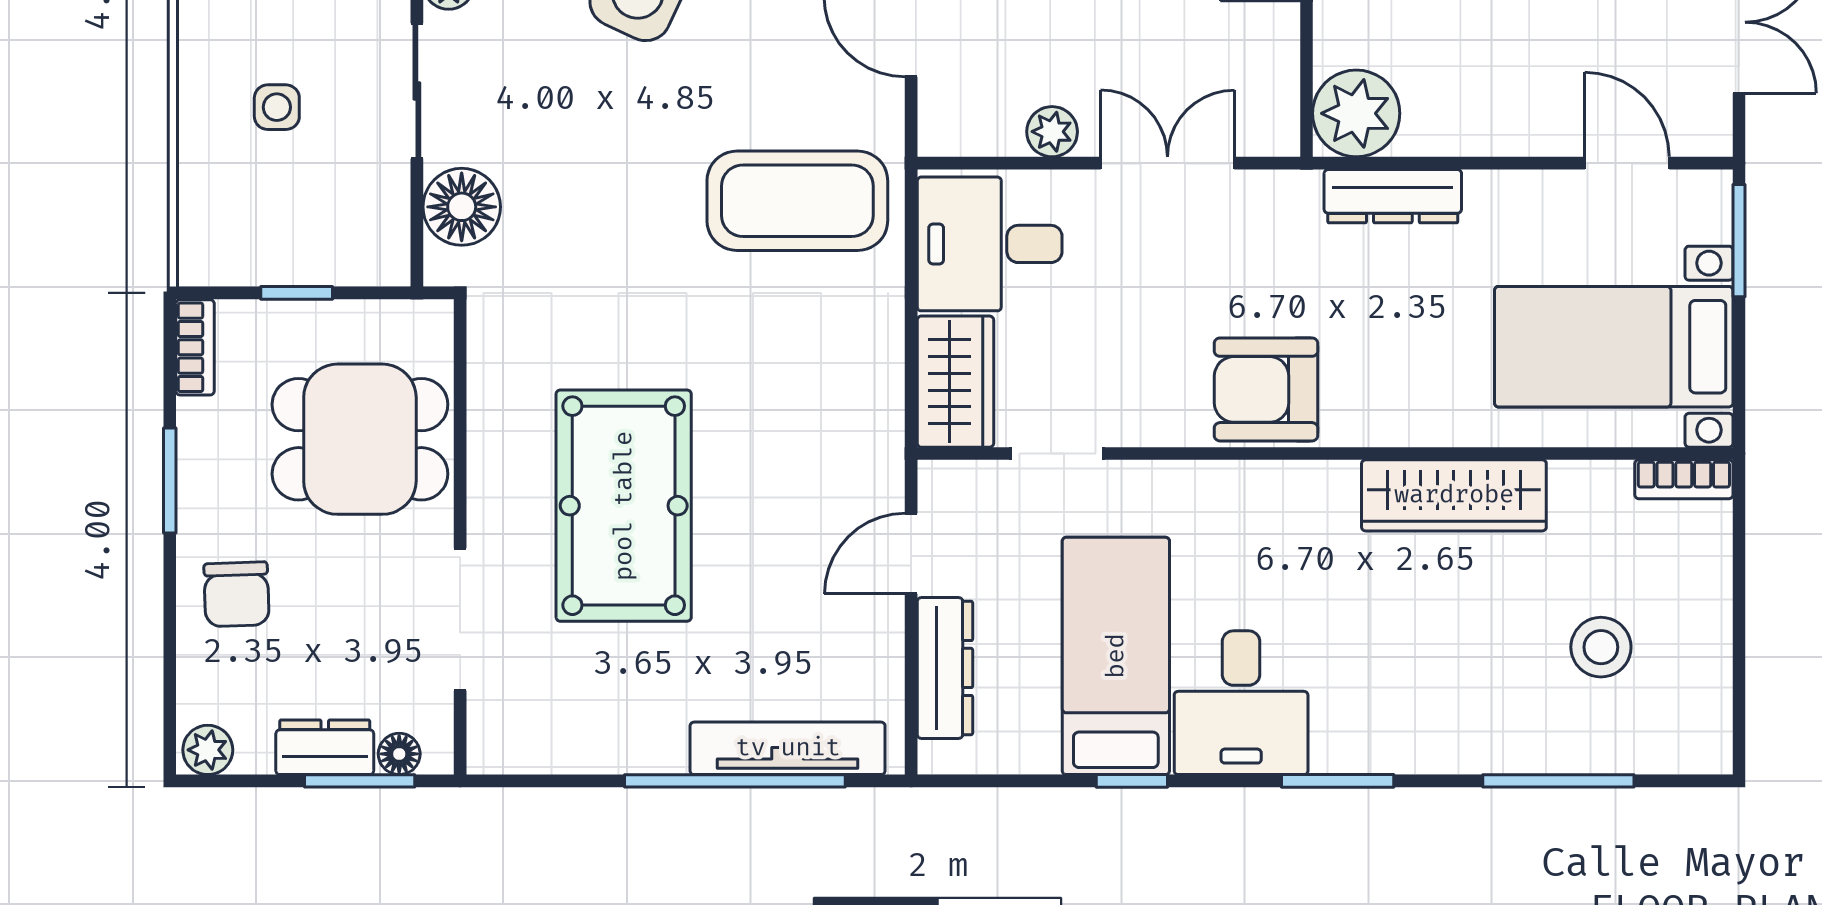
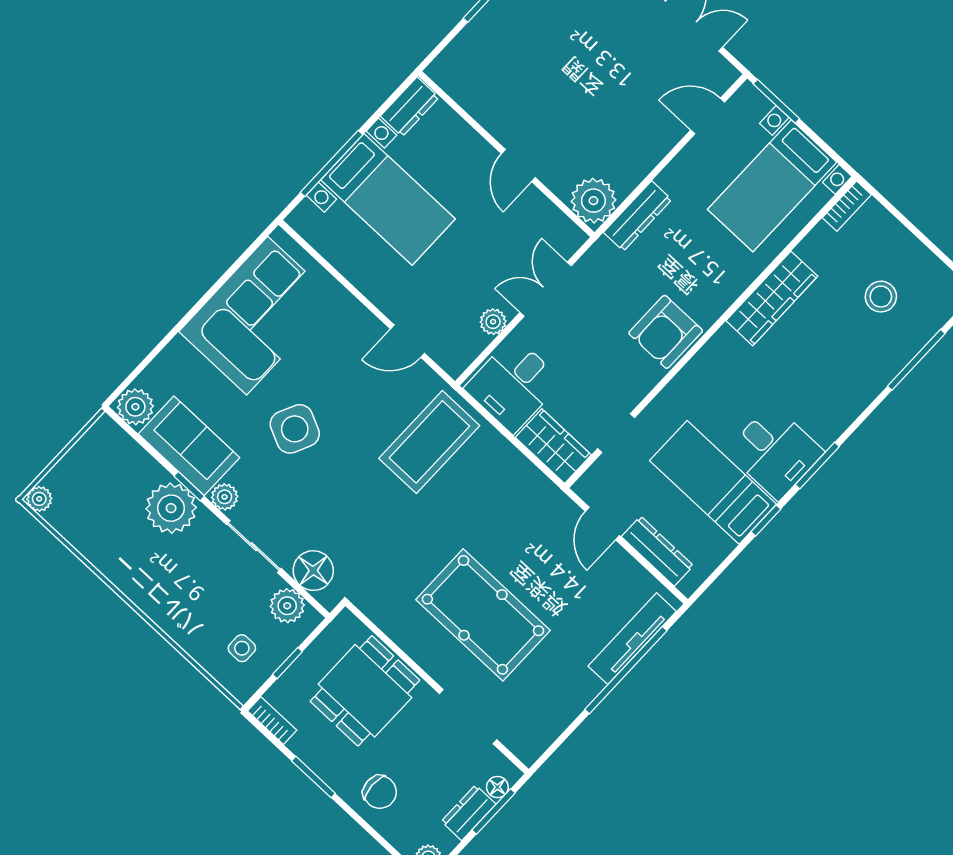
side table: (277, 107) -> (242, 648), moved
plant: (377, 217) -> (287, 606), added
window: (1338, 781) -> (817, 466), moved

